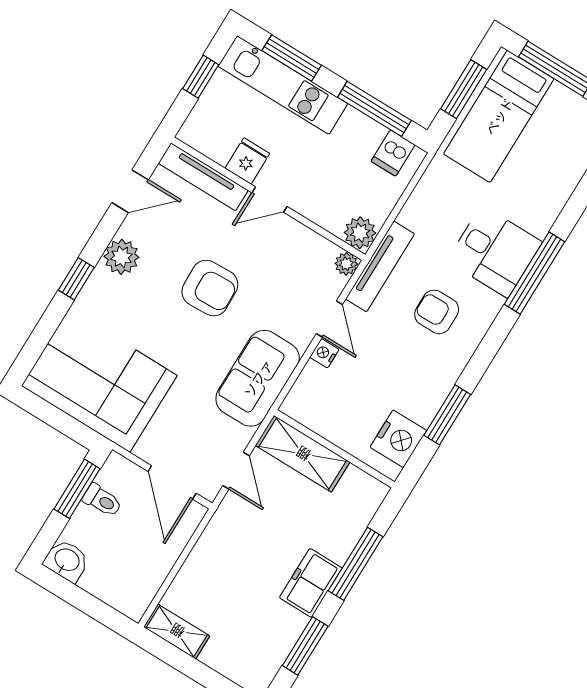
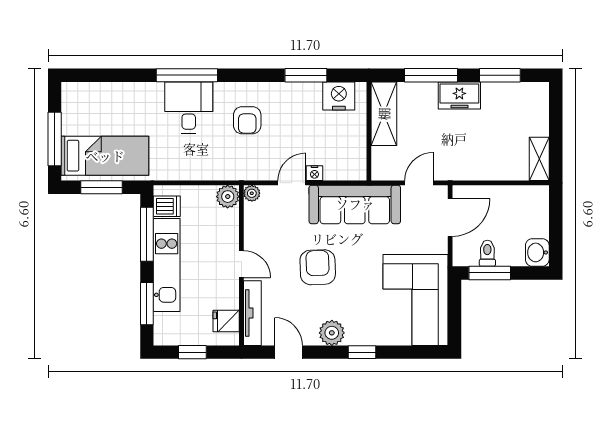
kitchen unit: (283, 85) -> (167, 265), moved
fridge: (247, 161) -> (226, 321), moved
tv unit: (380, 266) -> (241, 172), removed
sofa: (258, 378) -> (355, 204), width x1.36
shelving: (303, 454) -> (384, 114), moved

